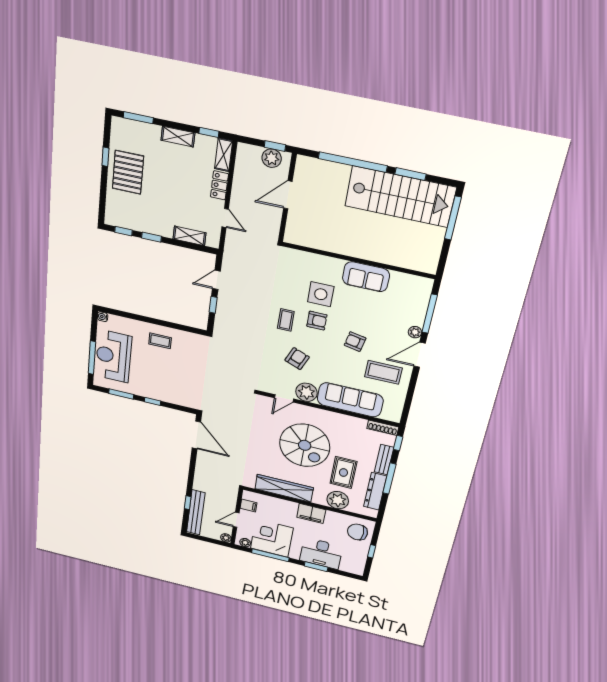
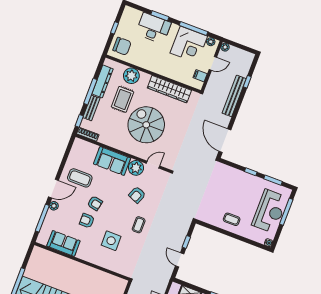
sofa: (366, 277) -> (63, 243), moved
door: (216, 280) -> (180, 260), swing flipped
armchair: (317, 321) -> (87, 221), moved
sofa: (350, 400) -> (112, 161), width x0.73
bench: (196, 512) -> (234, 96), moved
filing cabinet: (311, 513) -> (154, 65), removed

